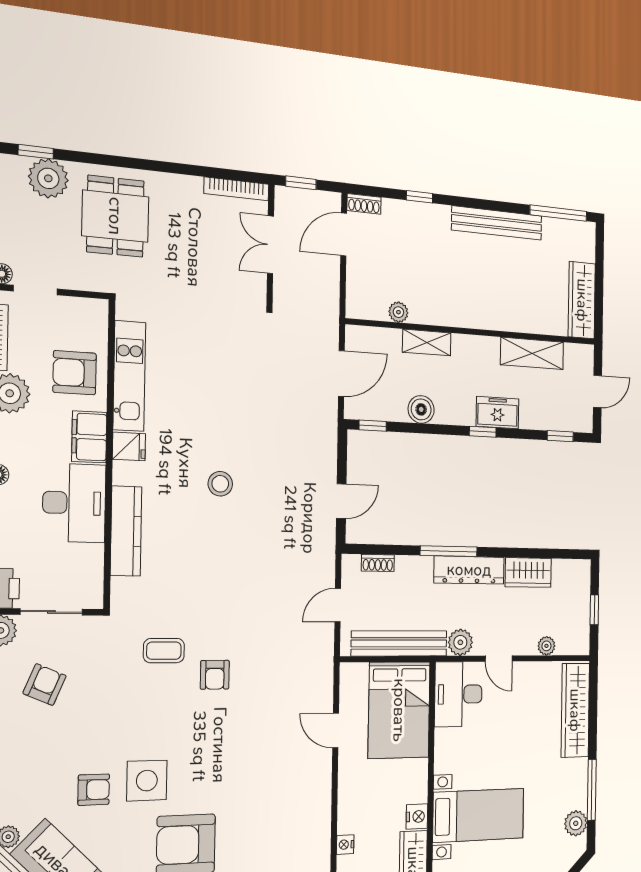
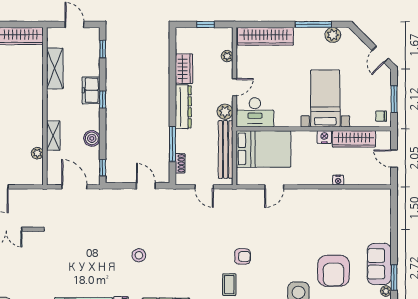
window: (449, 551) -> (172, 144), moved

